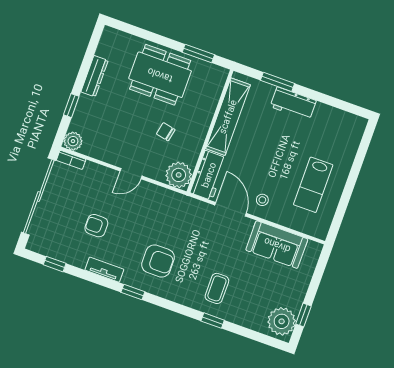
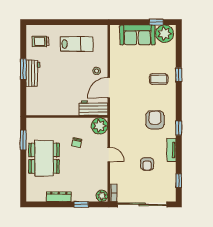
window: (278, 82) -> (23, 69), moved
shelving: (228, 117) -> (54, 109), removed
trolley: (336, 132) -> (41, 41), added
sofa: (277, 245) -> (137, 35), moved, turned 90

